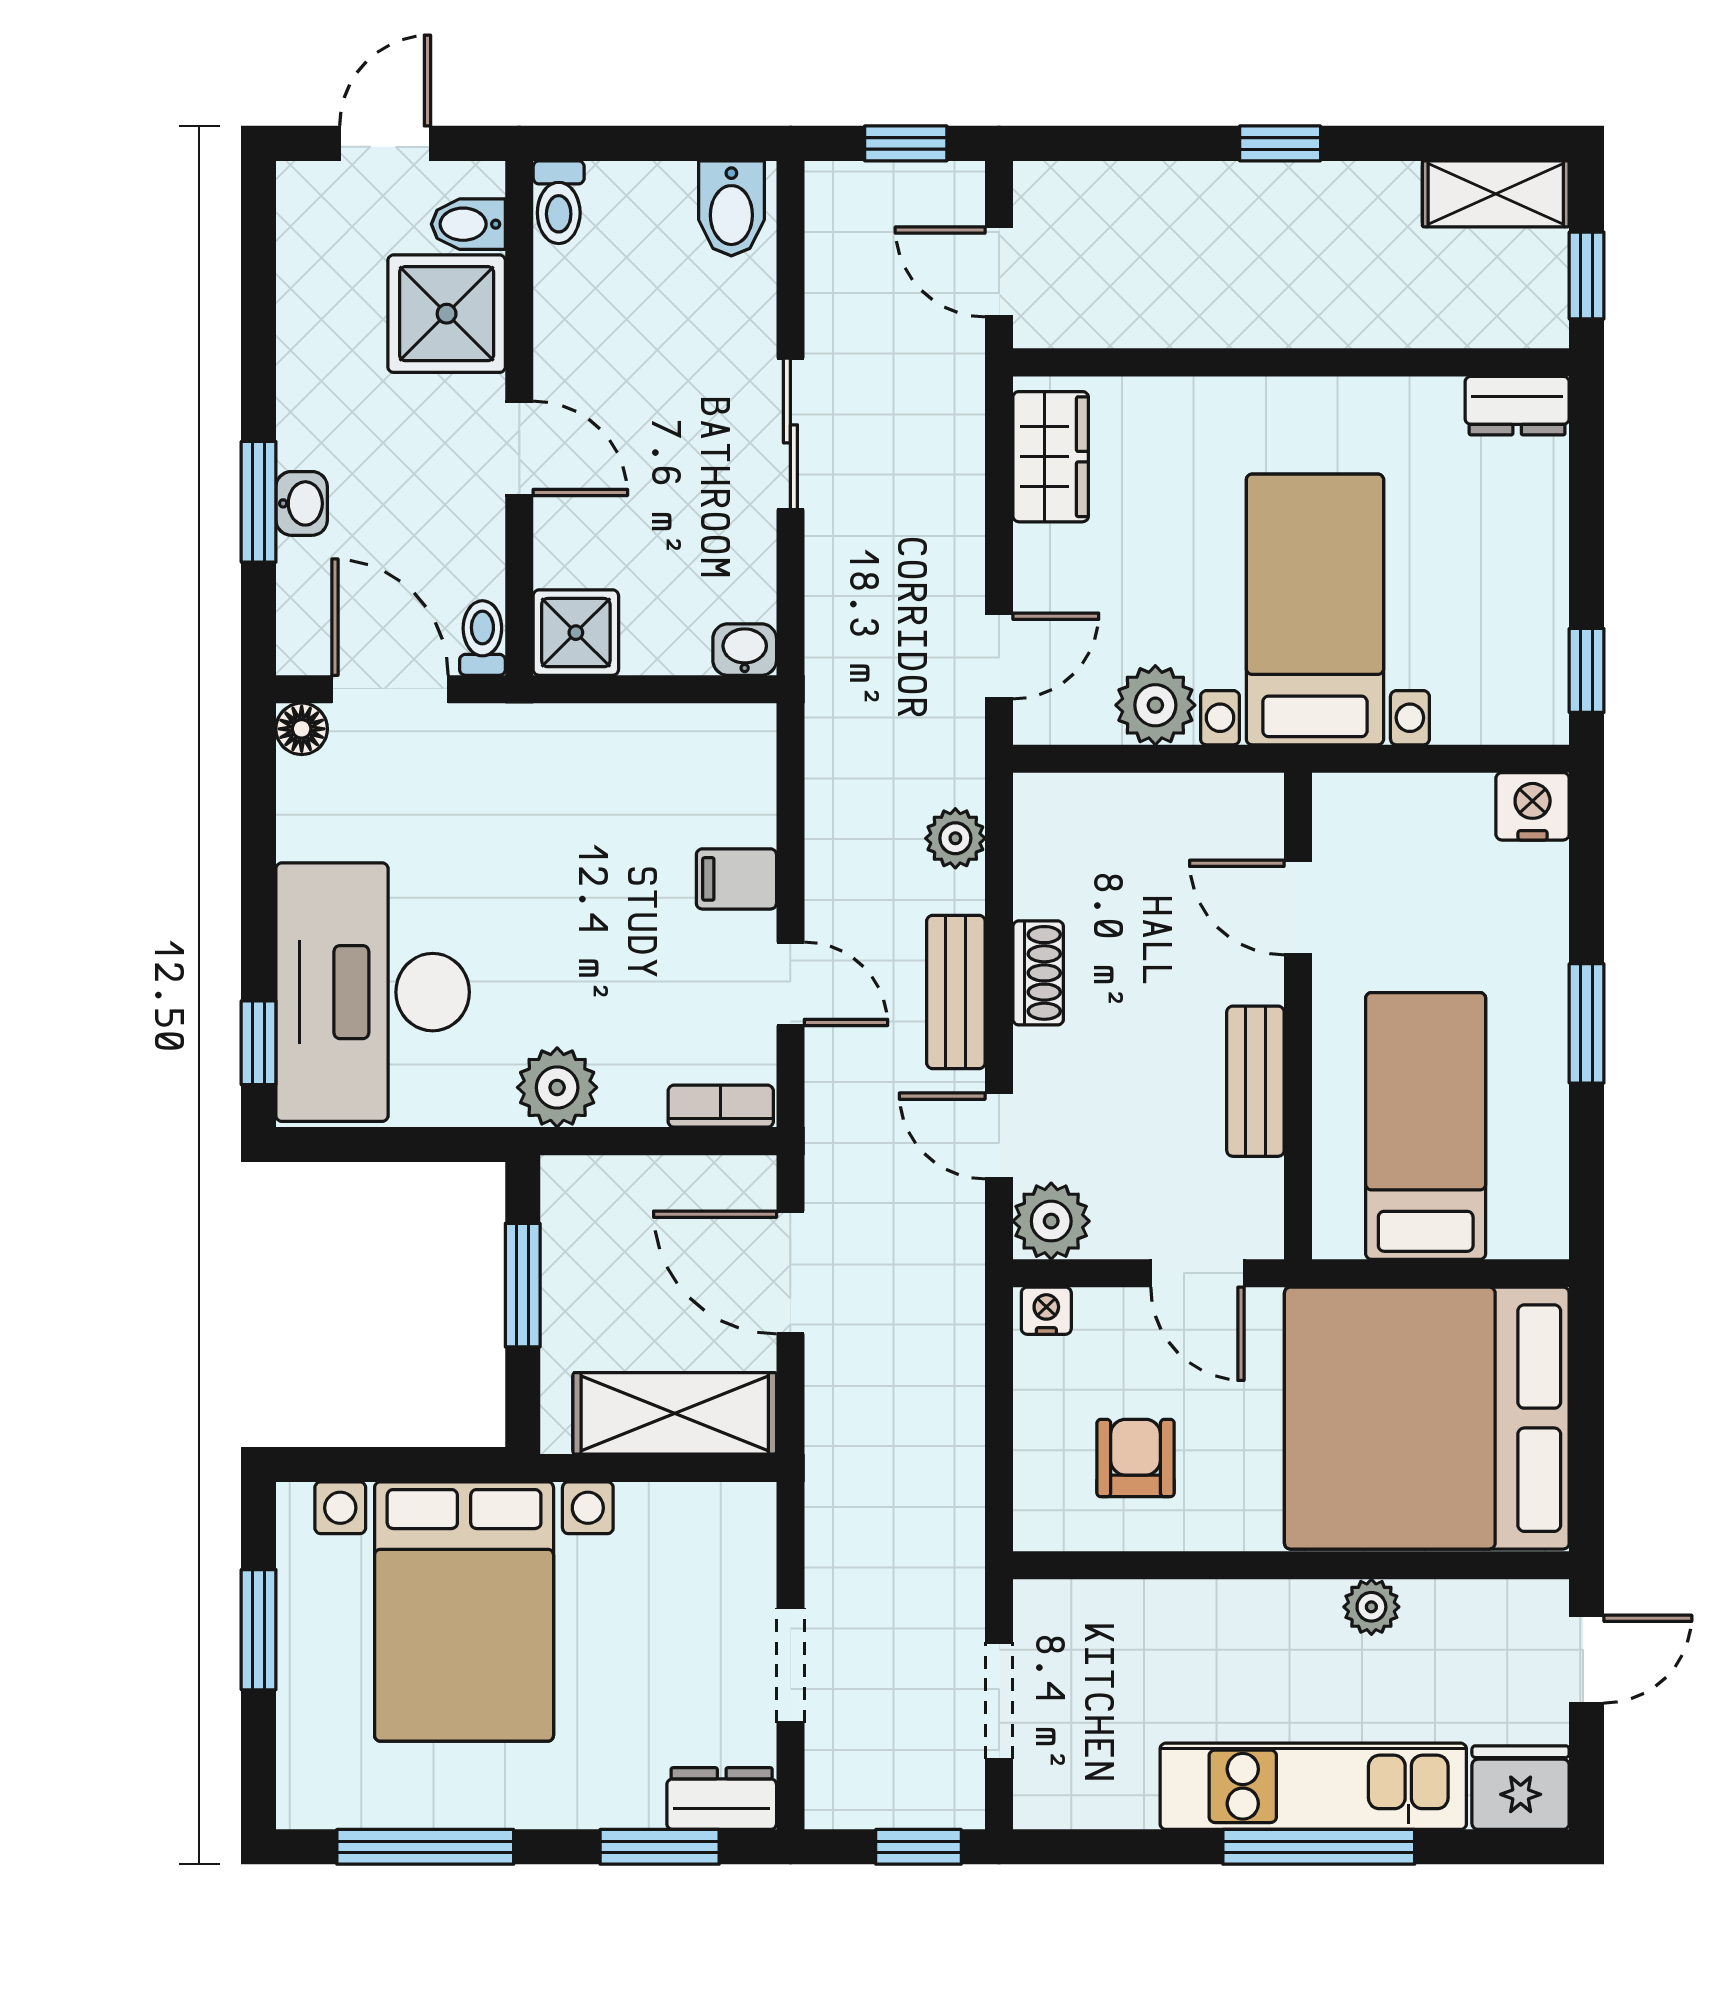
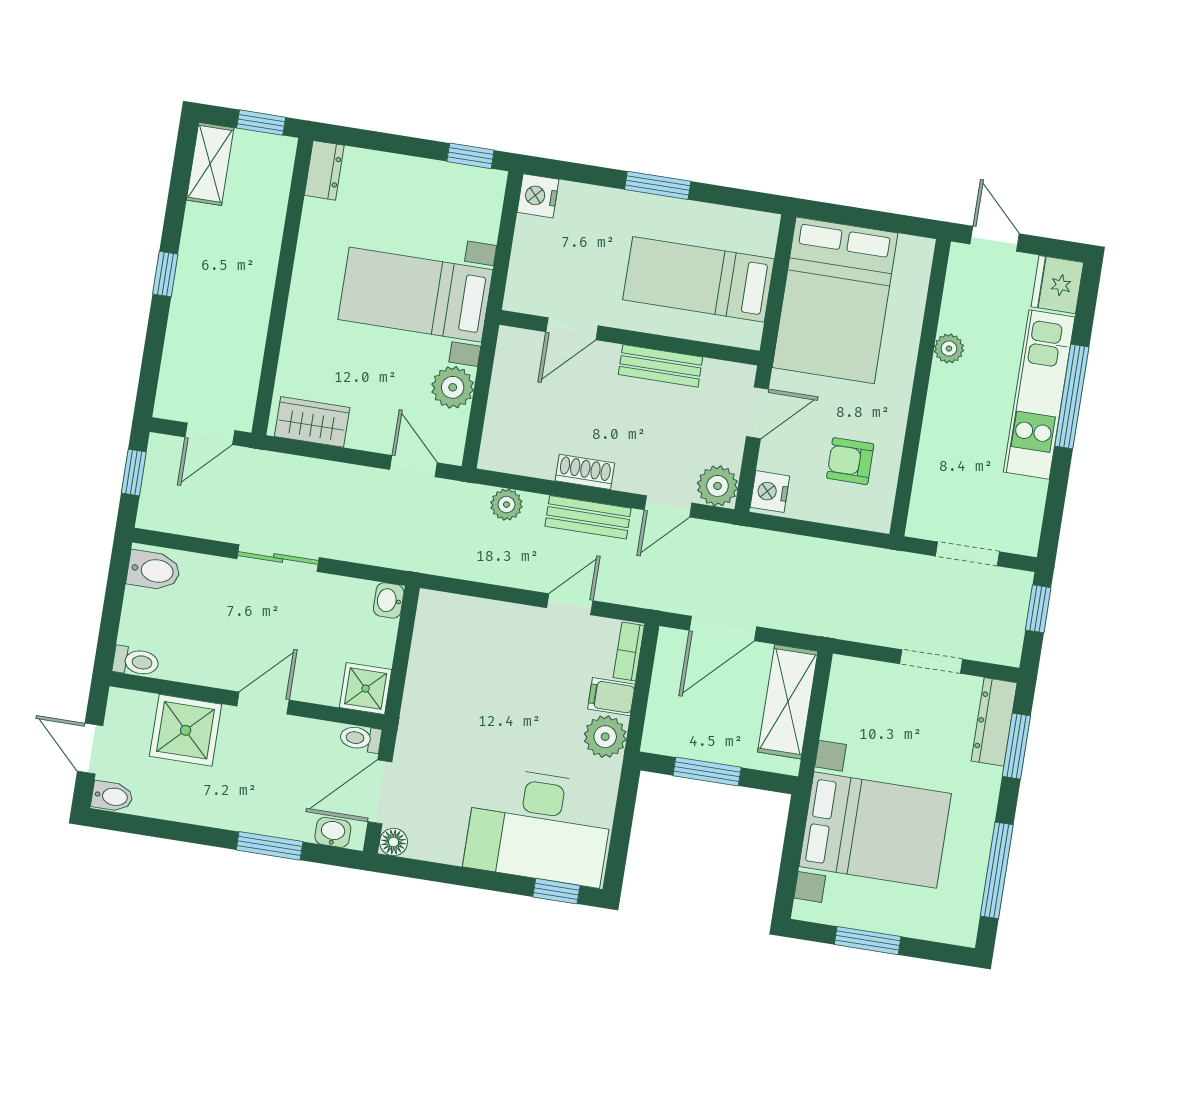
bidet: (468, 224) -> (112, 796), moved, turned -90
washbasin: (302, 503) -> (333, 832), moved
filing cabinet: (736, 879) -> (611, 697), moved, turned 90
nightstand: (1046, 1311) -> (770, 492), width x1.39, depth x1.35
bed: (1427, 1418) -> (835, 300), width x0.73
dresser: (722, 1799) -> (994, 722), width x1.44

